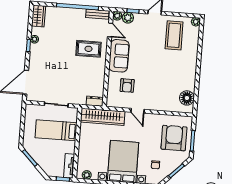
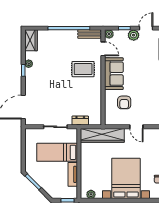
plant: (128, 18) -> (134, 35), moved
dresser: (95, 101) -> (80, 121), moved
tv unit: (69, 166) -> (73, 174), moved

